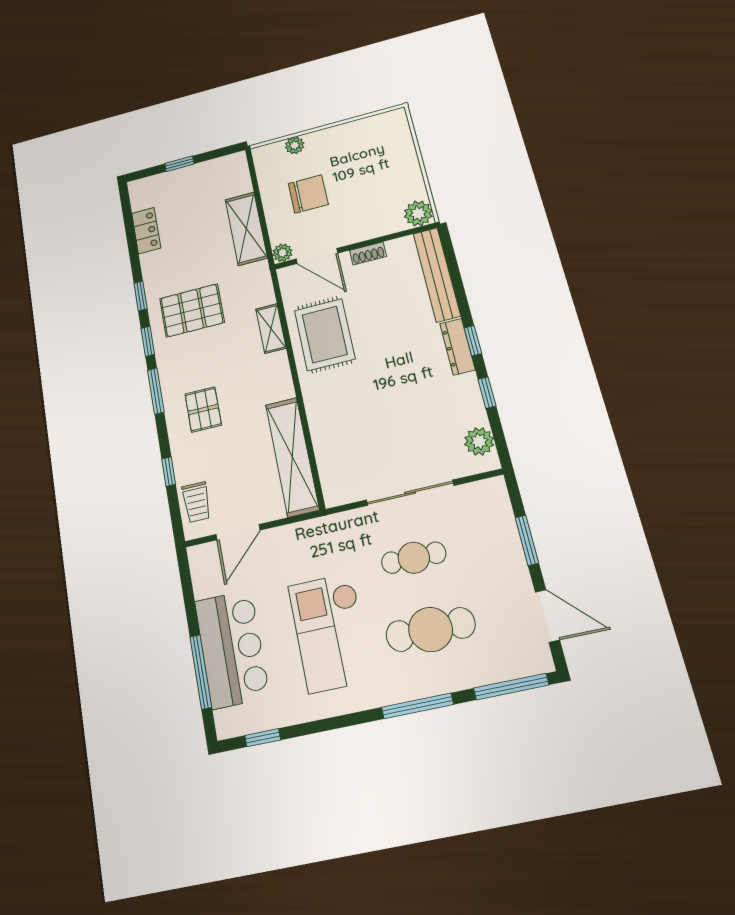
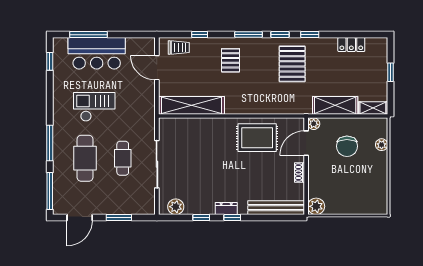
shelving: (271, 329) -> (373, 108), moved
dresser: (458, 347) -> (226, 209), width x0.70
pallet: (203, 409) -> (231, 60), turned 90
trolley: (196, 502) -> (179, 48), turned 180
checkout: (330, 632) -> (94, 107), width x0.73, depth x0.83

